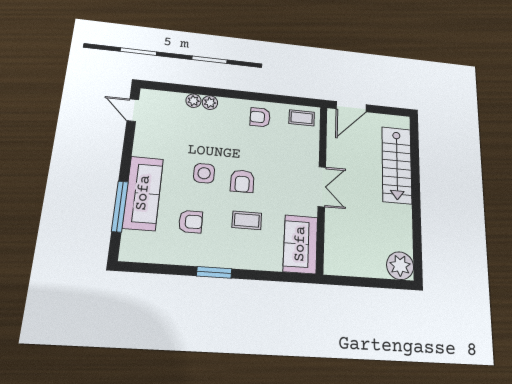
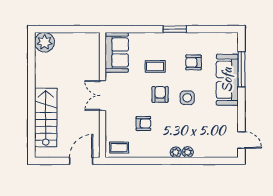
plant: (193, 101) -> (176, 152), moved
armchair: (260, 117) -> (143, 123), moved

